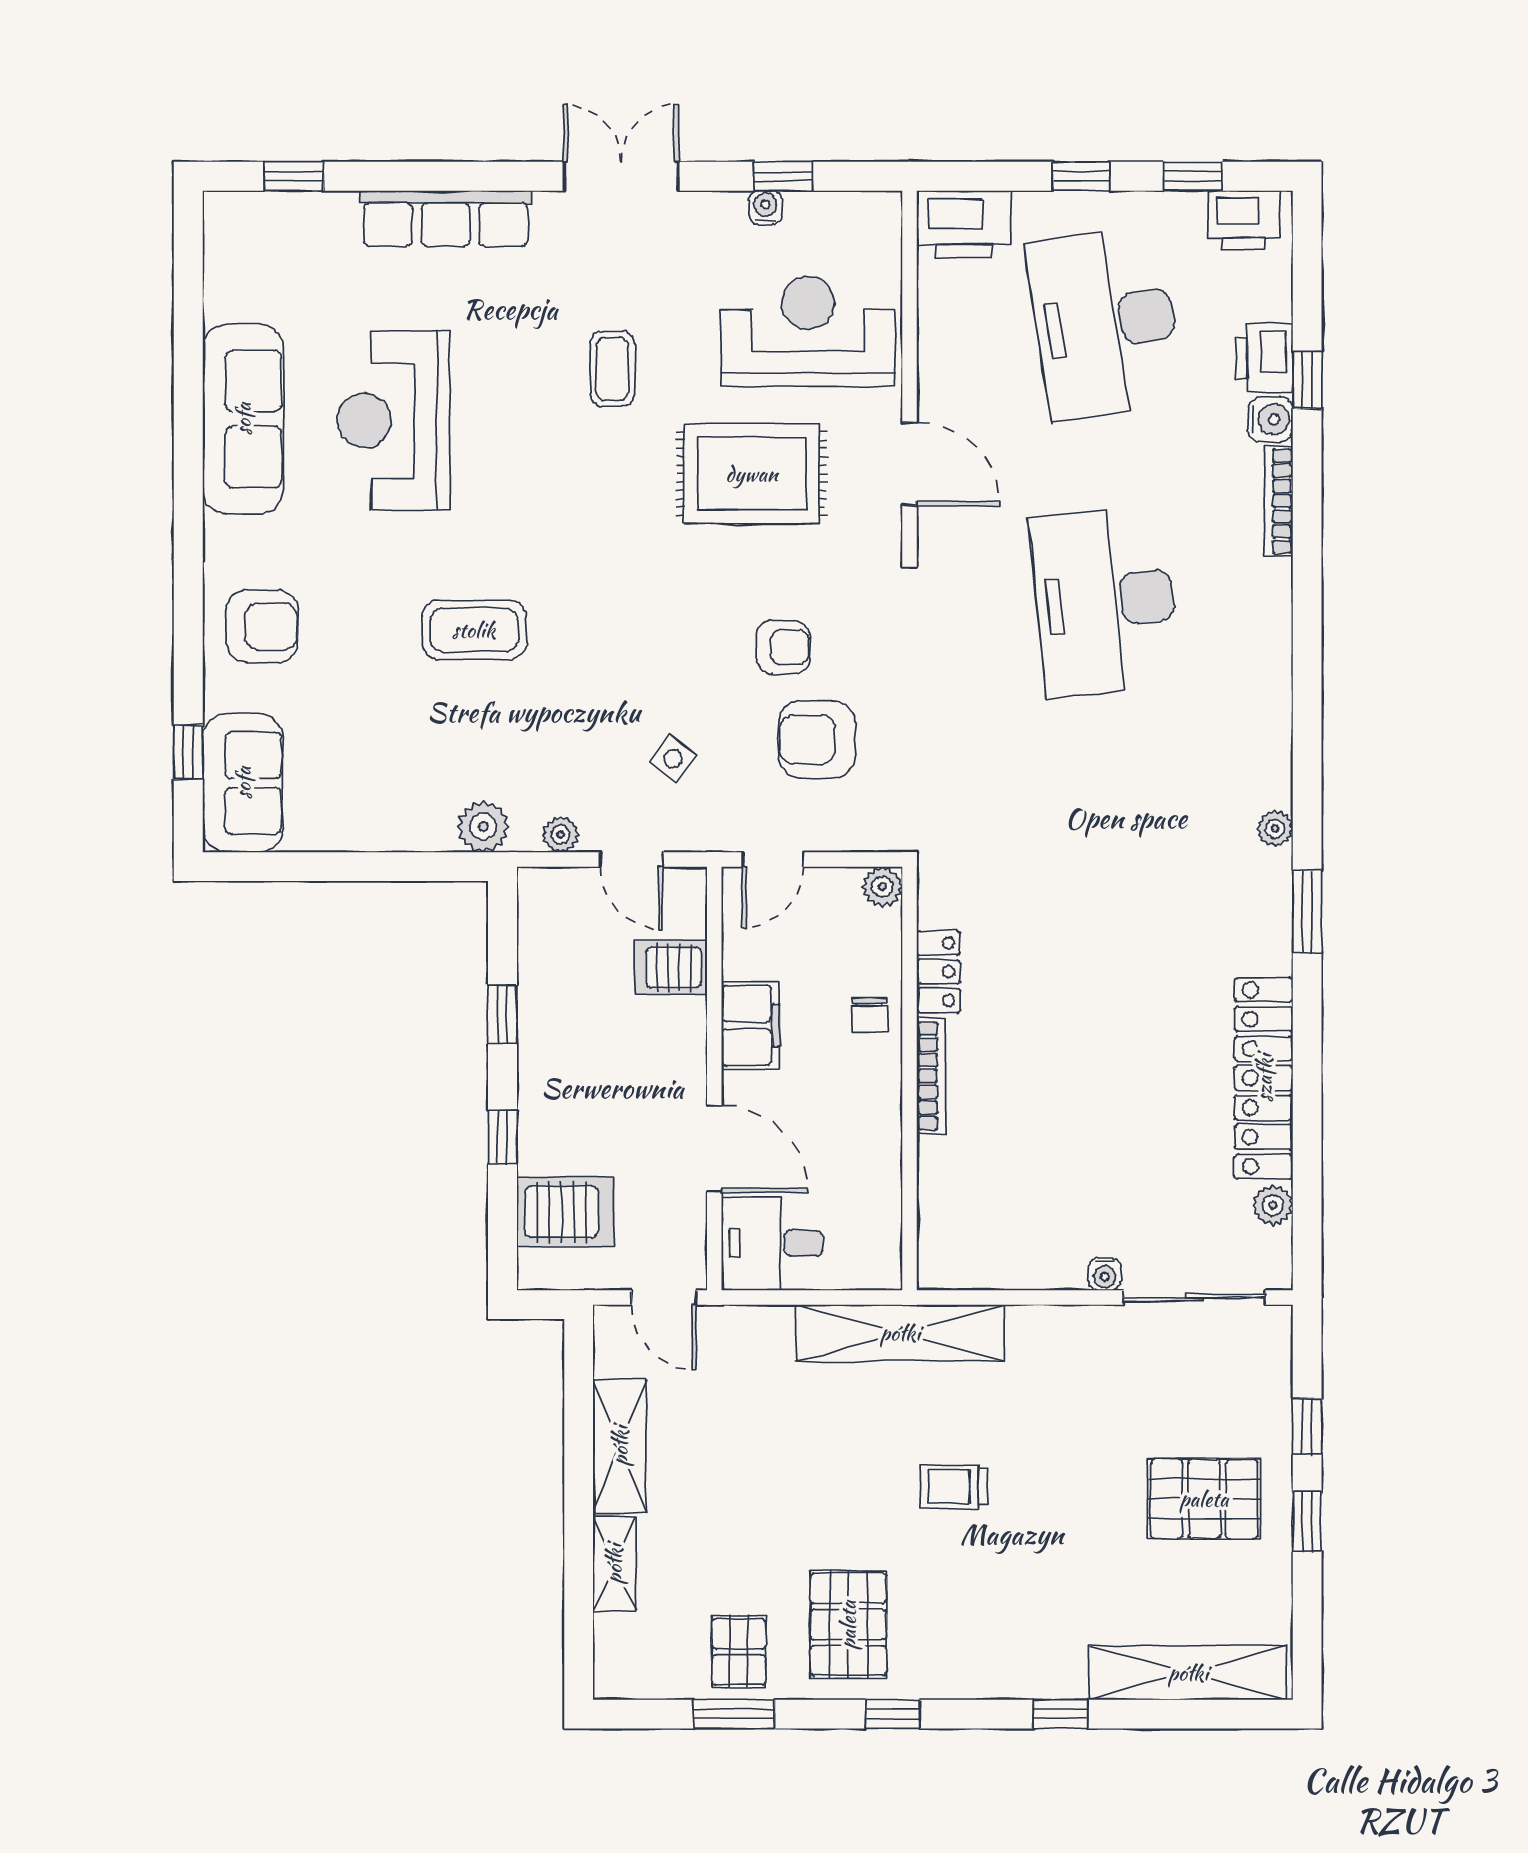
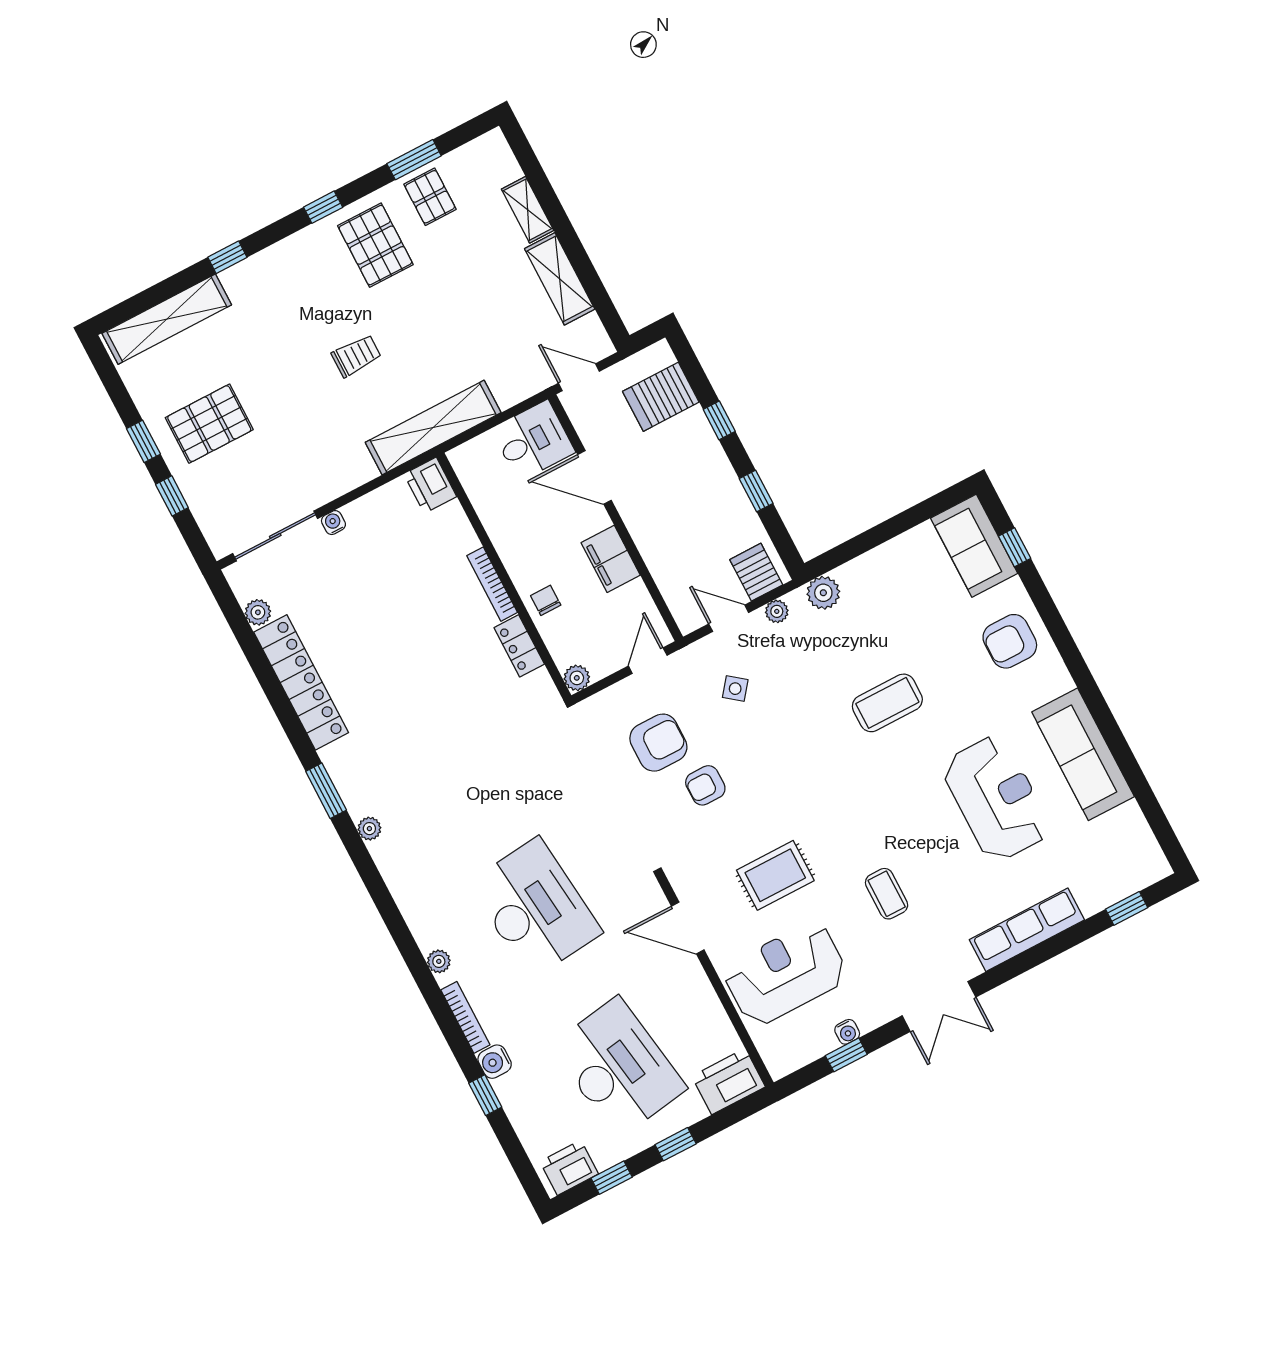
reception desk: (808, 331) -> (785, 974), turned 180
printer: (1264, 358) -> (430, 485), moved, turned 180
rug: (752, 474) -> (775, 875), width x0.73, depth x0.70
plant: (1275, 597) -> (439, 961), added
server rack: (671, 968) -> (756, 572), moved, turned -90

